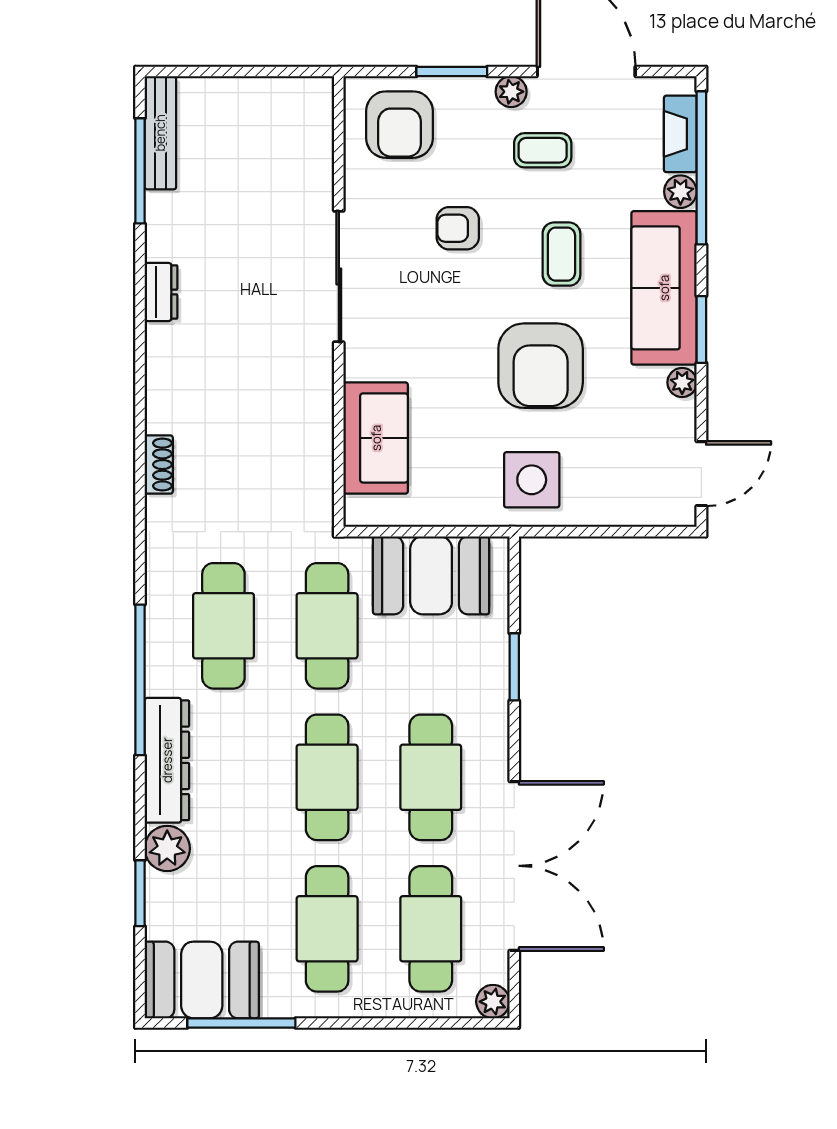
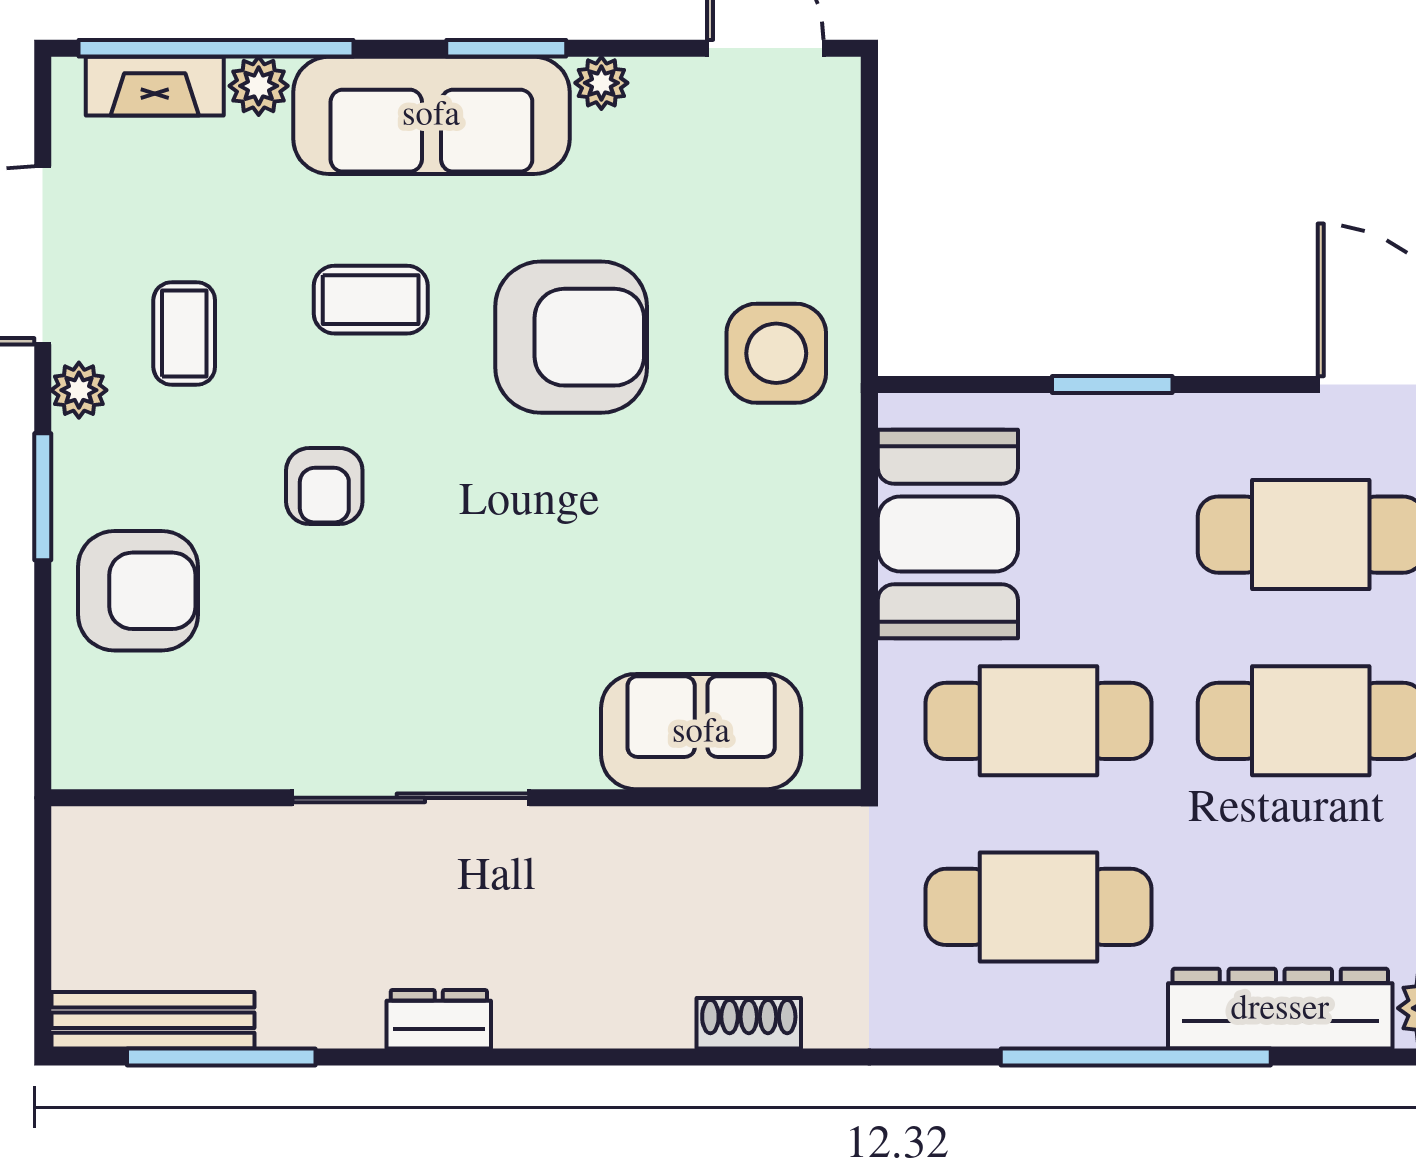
sliding door: (339, 276) -> (411, 798), moved
wall: (339, 302) -> (456, 798), moved
sofa: (376, 438) -> (701, 732), moved

